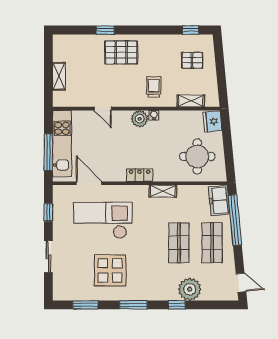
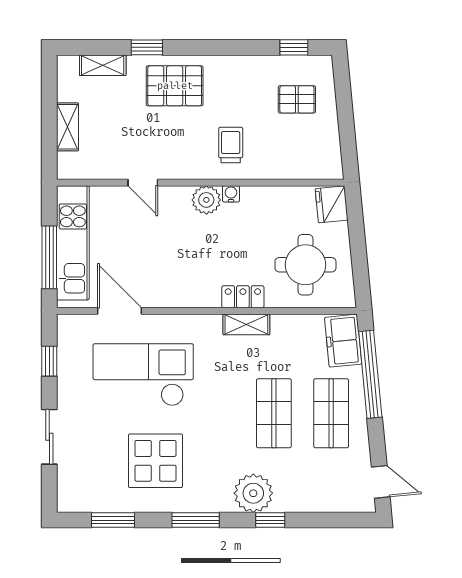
shelving: (191, 101) -> (103, 65), moved
locker: (140, 175) -> (243, 297), moved
plant: (190, 289) -> (253, 493), moved

